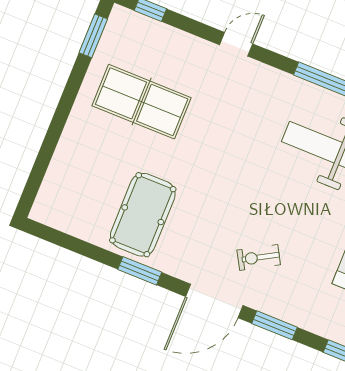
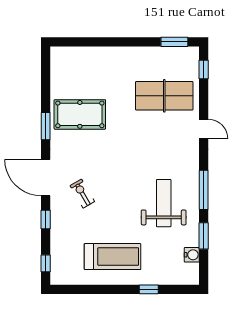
table tennis table: (142, 102) -> (164, 96), moved, turned 90
window: (275, 325) -> (46, 219), width x0.67

